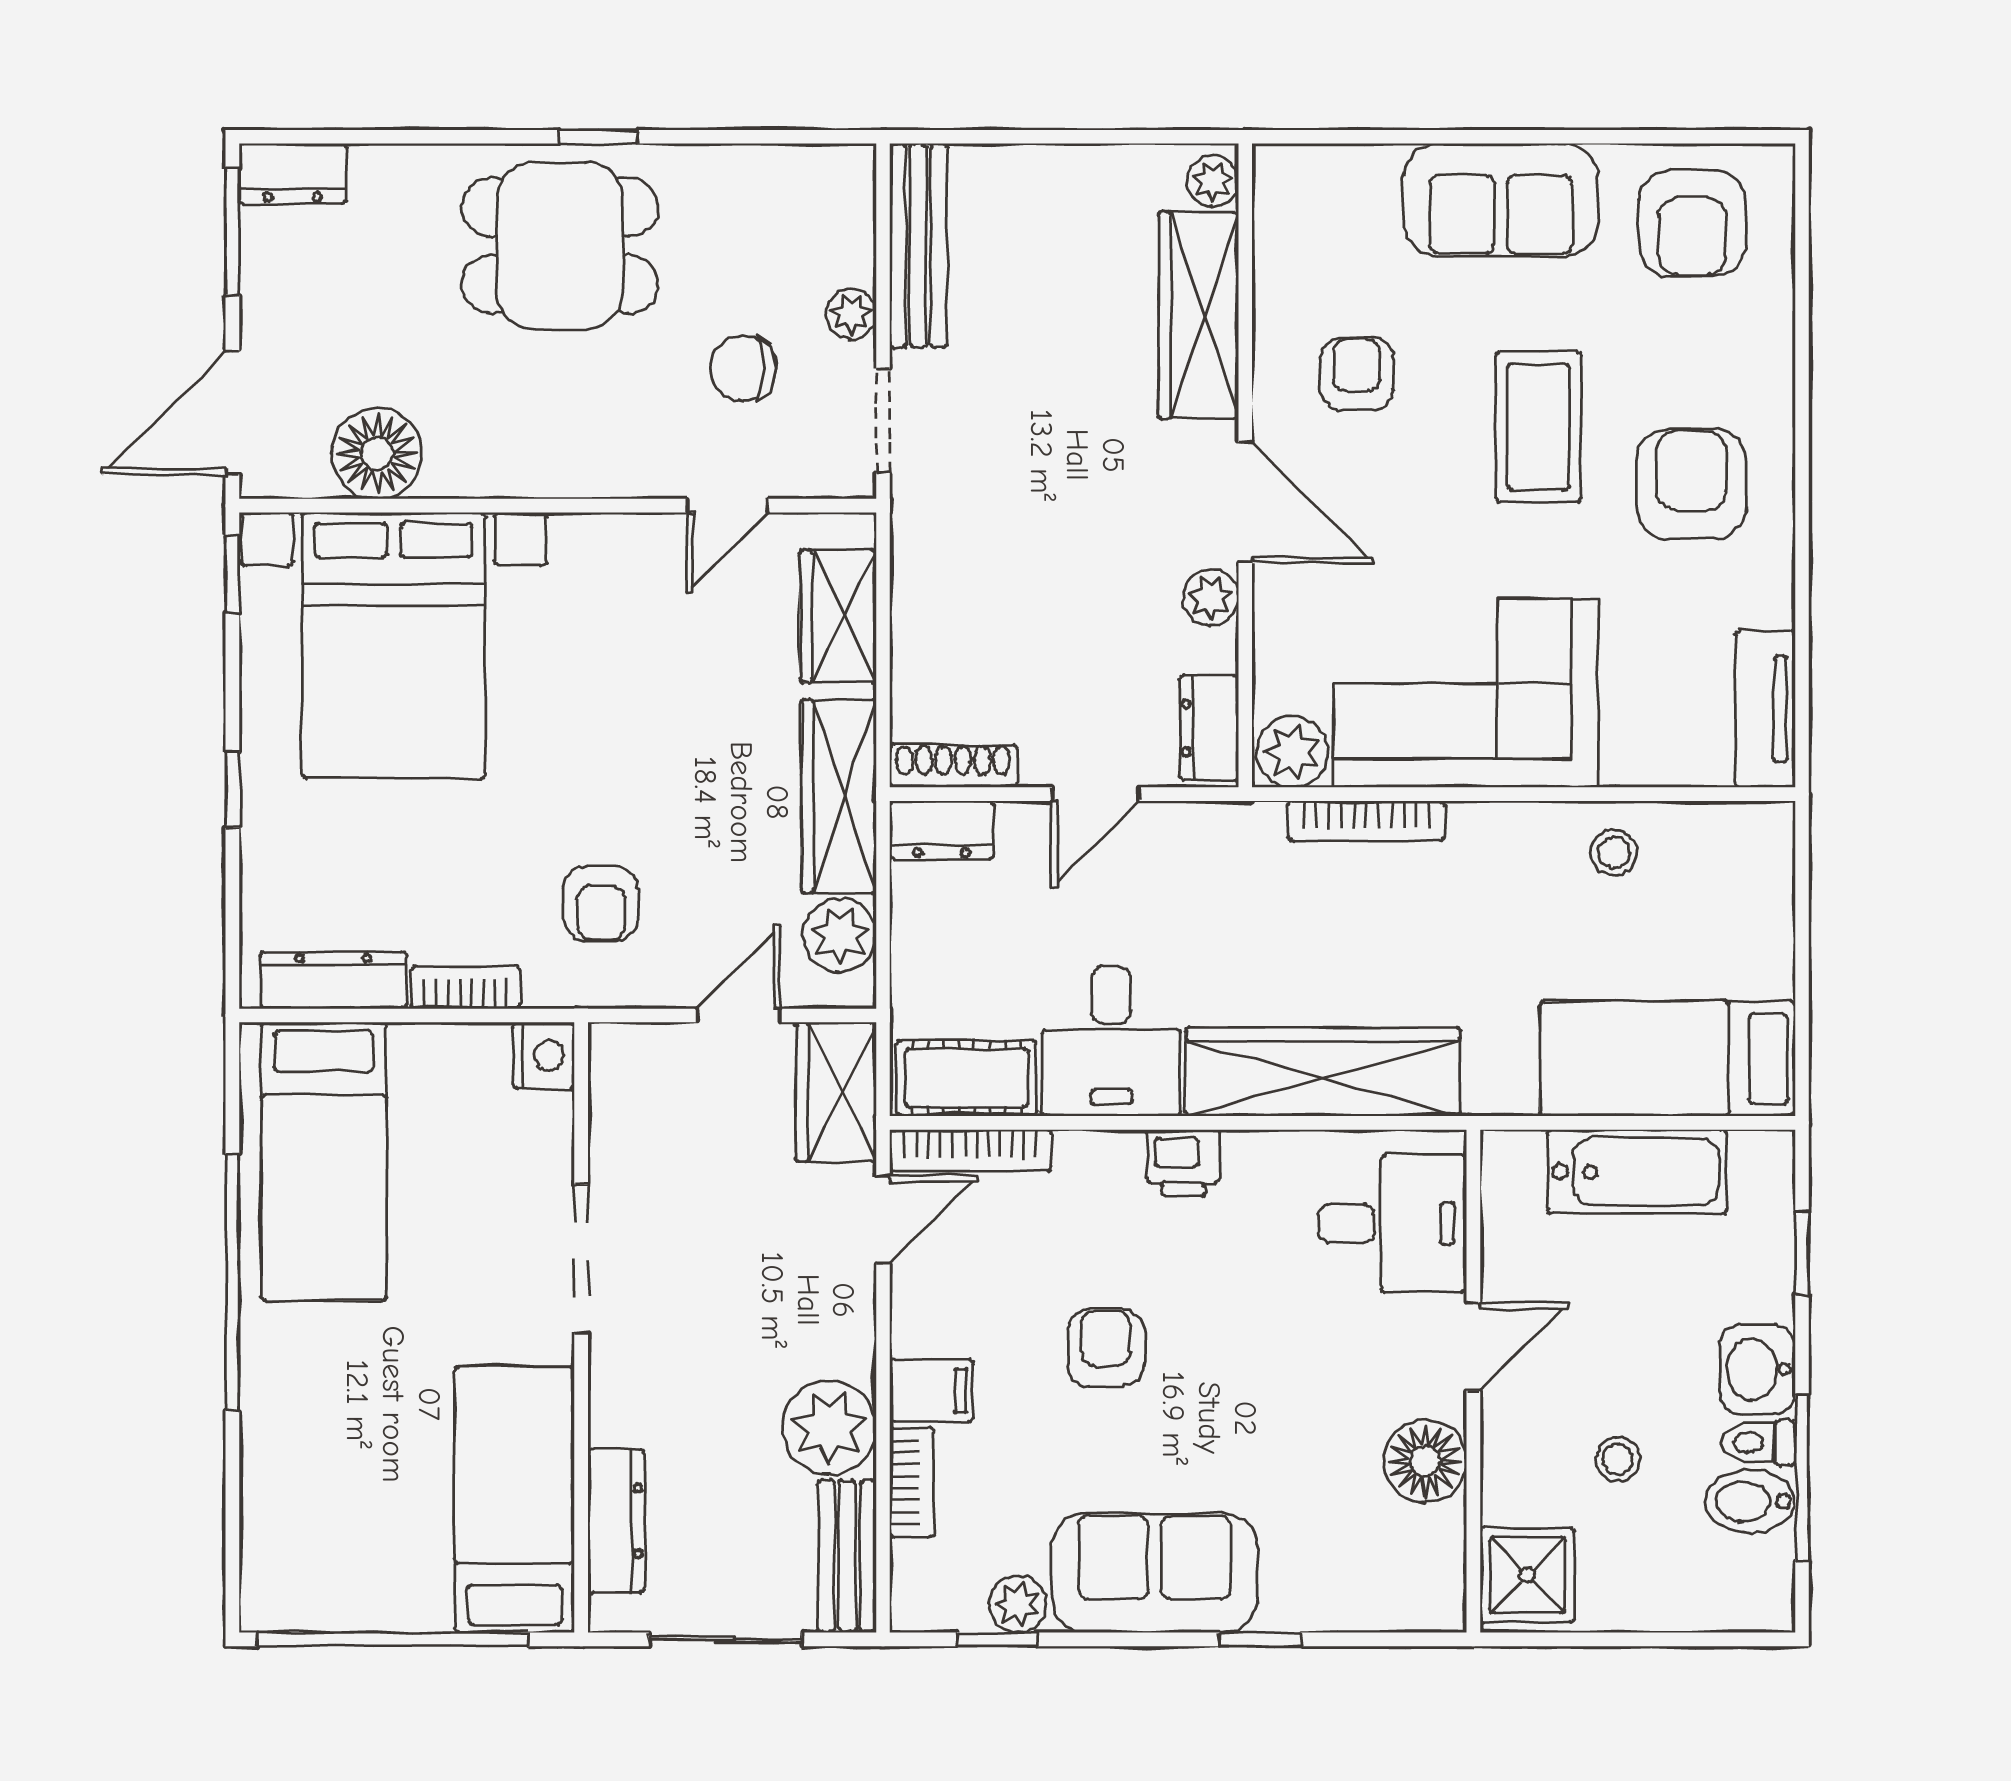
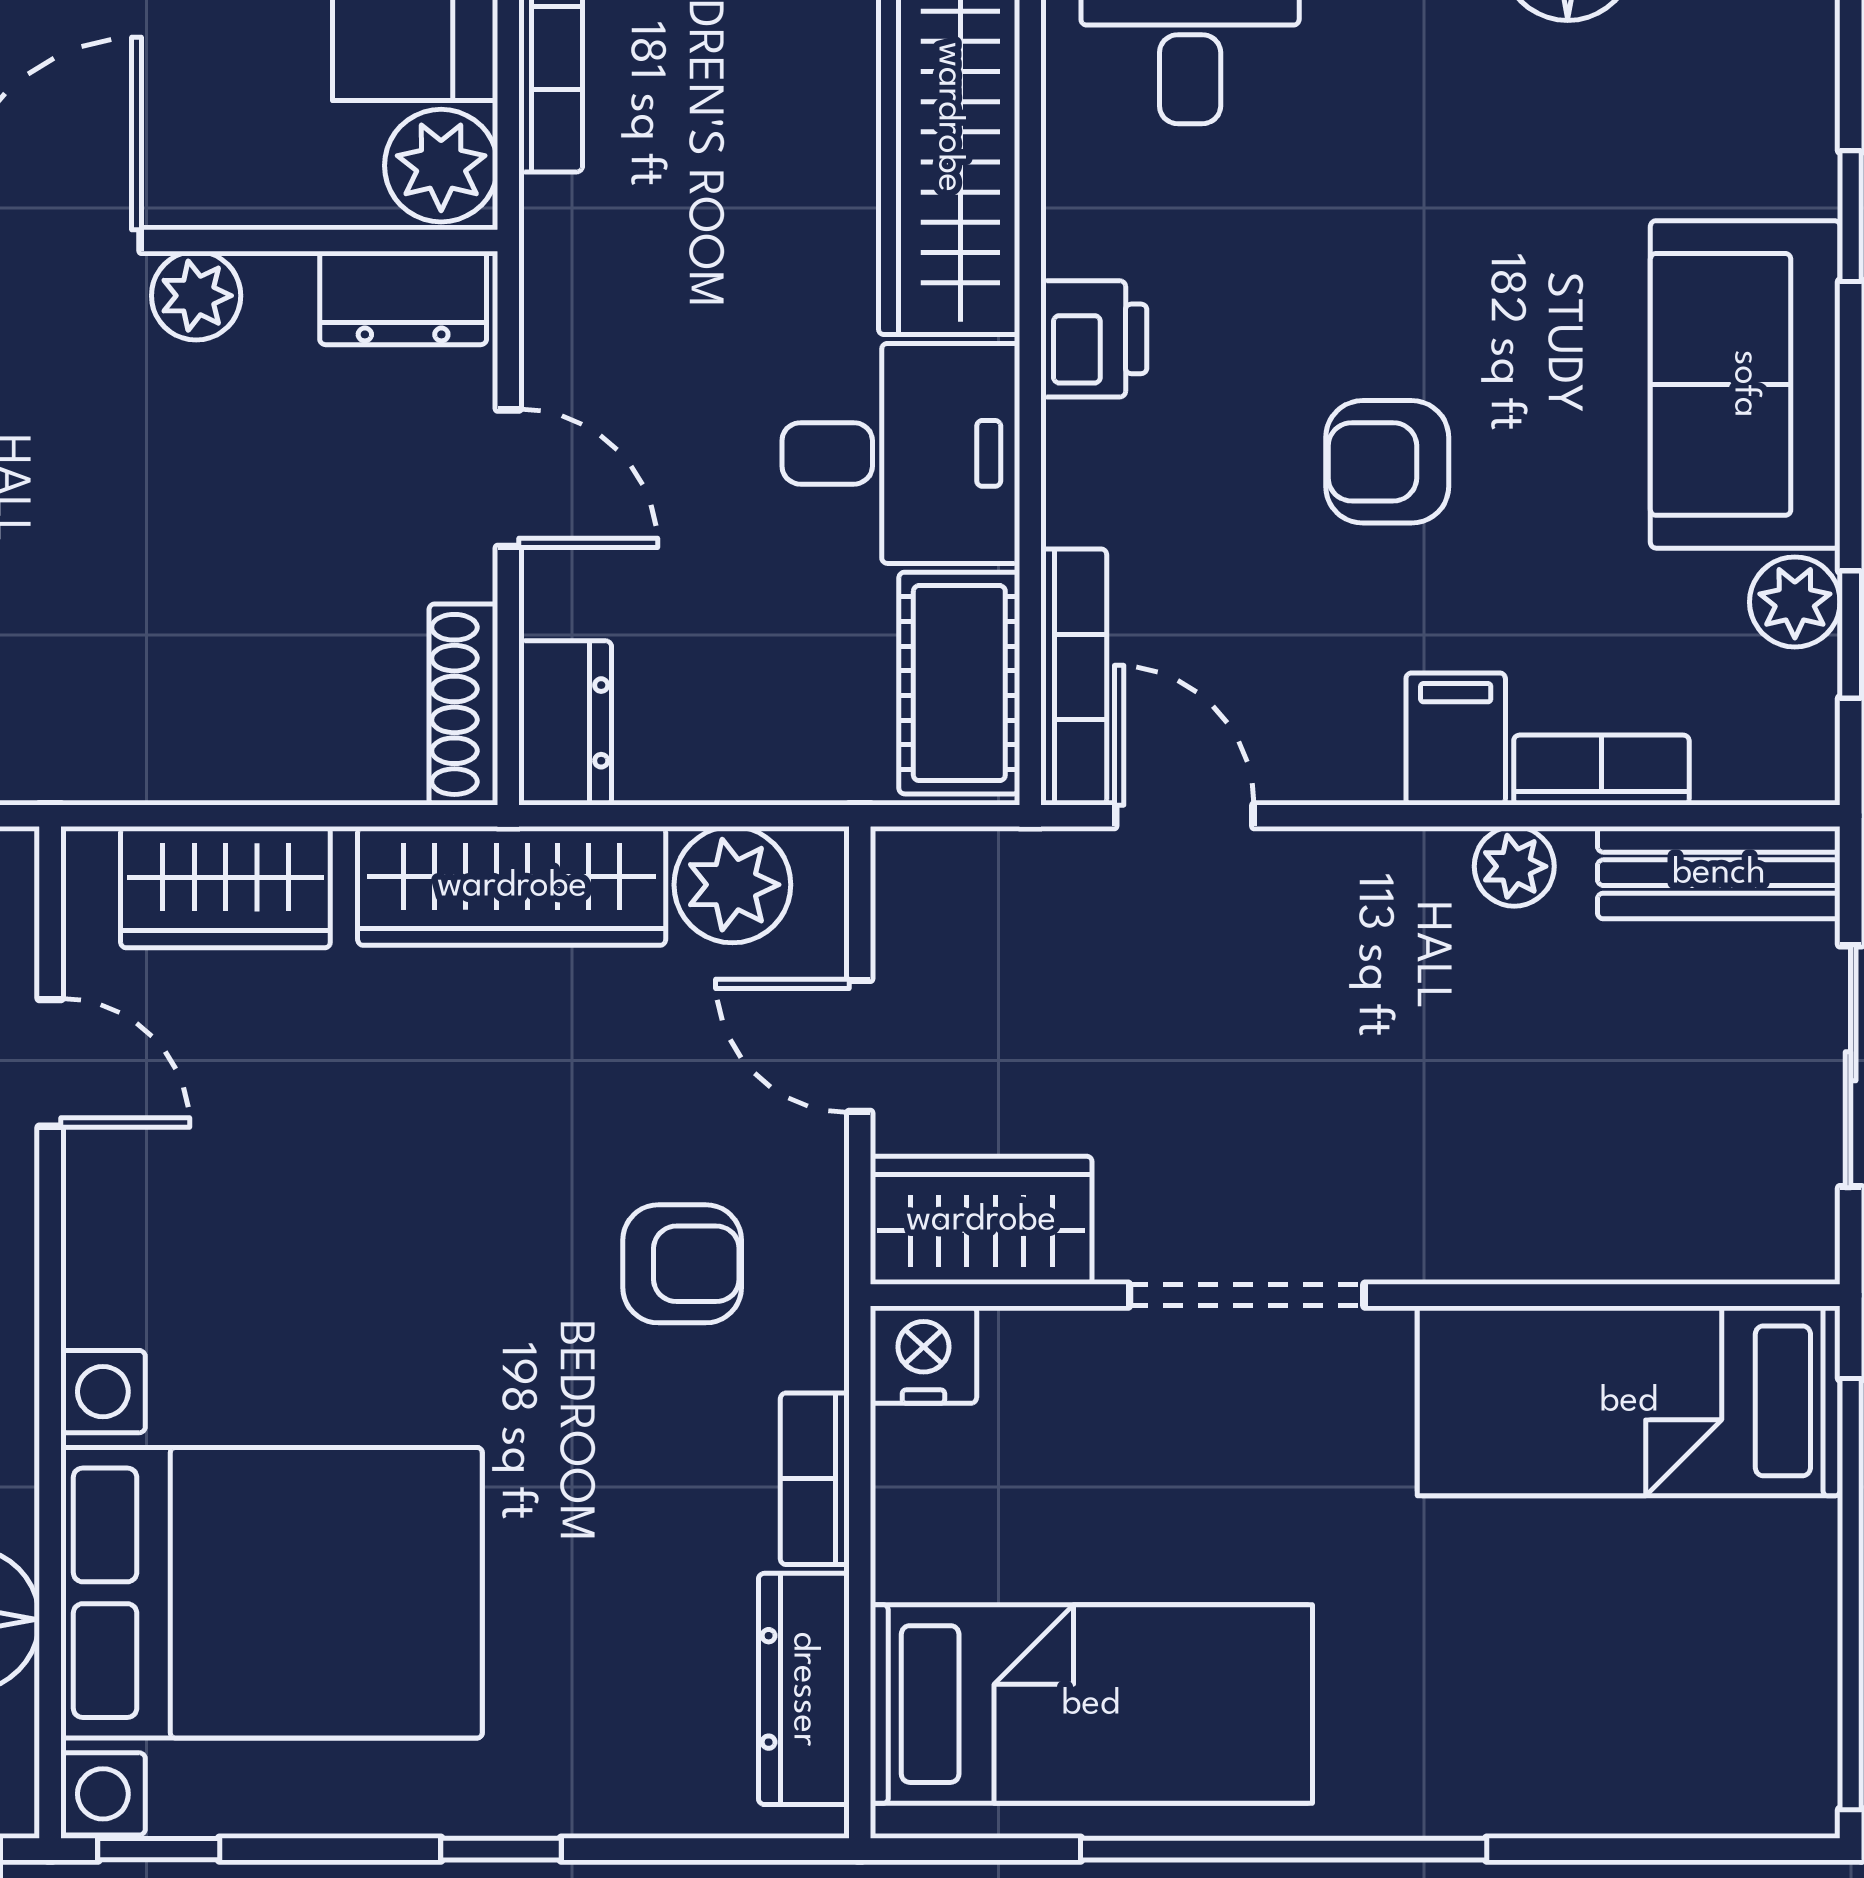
wardrobe: (836, 1092) -> (981, 1220), moved, turned 180
plant: (829, 1428) -> (1514, 866), width x0.53, depth x0.53
dresser: (616, 1521) -> (1663, 1240), removed

